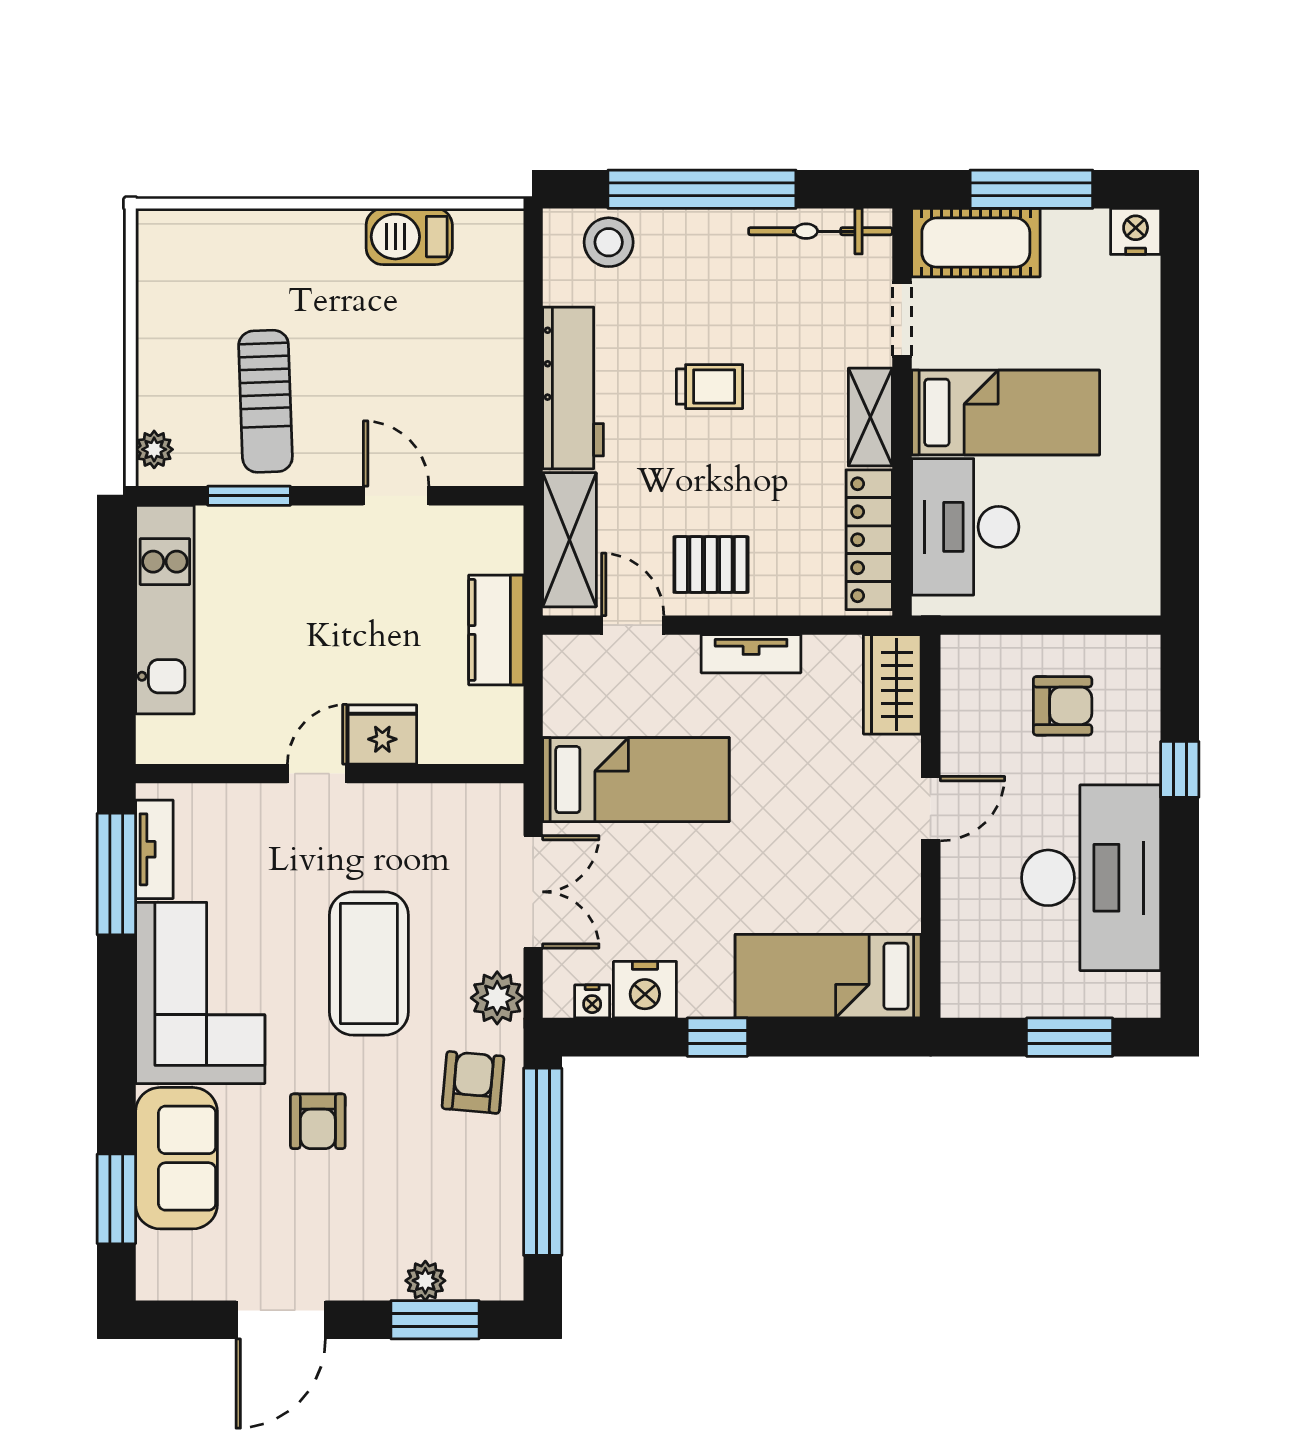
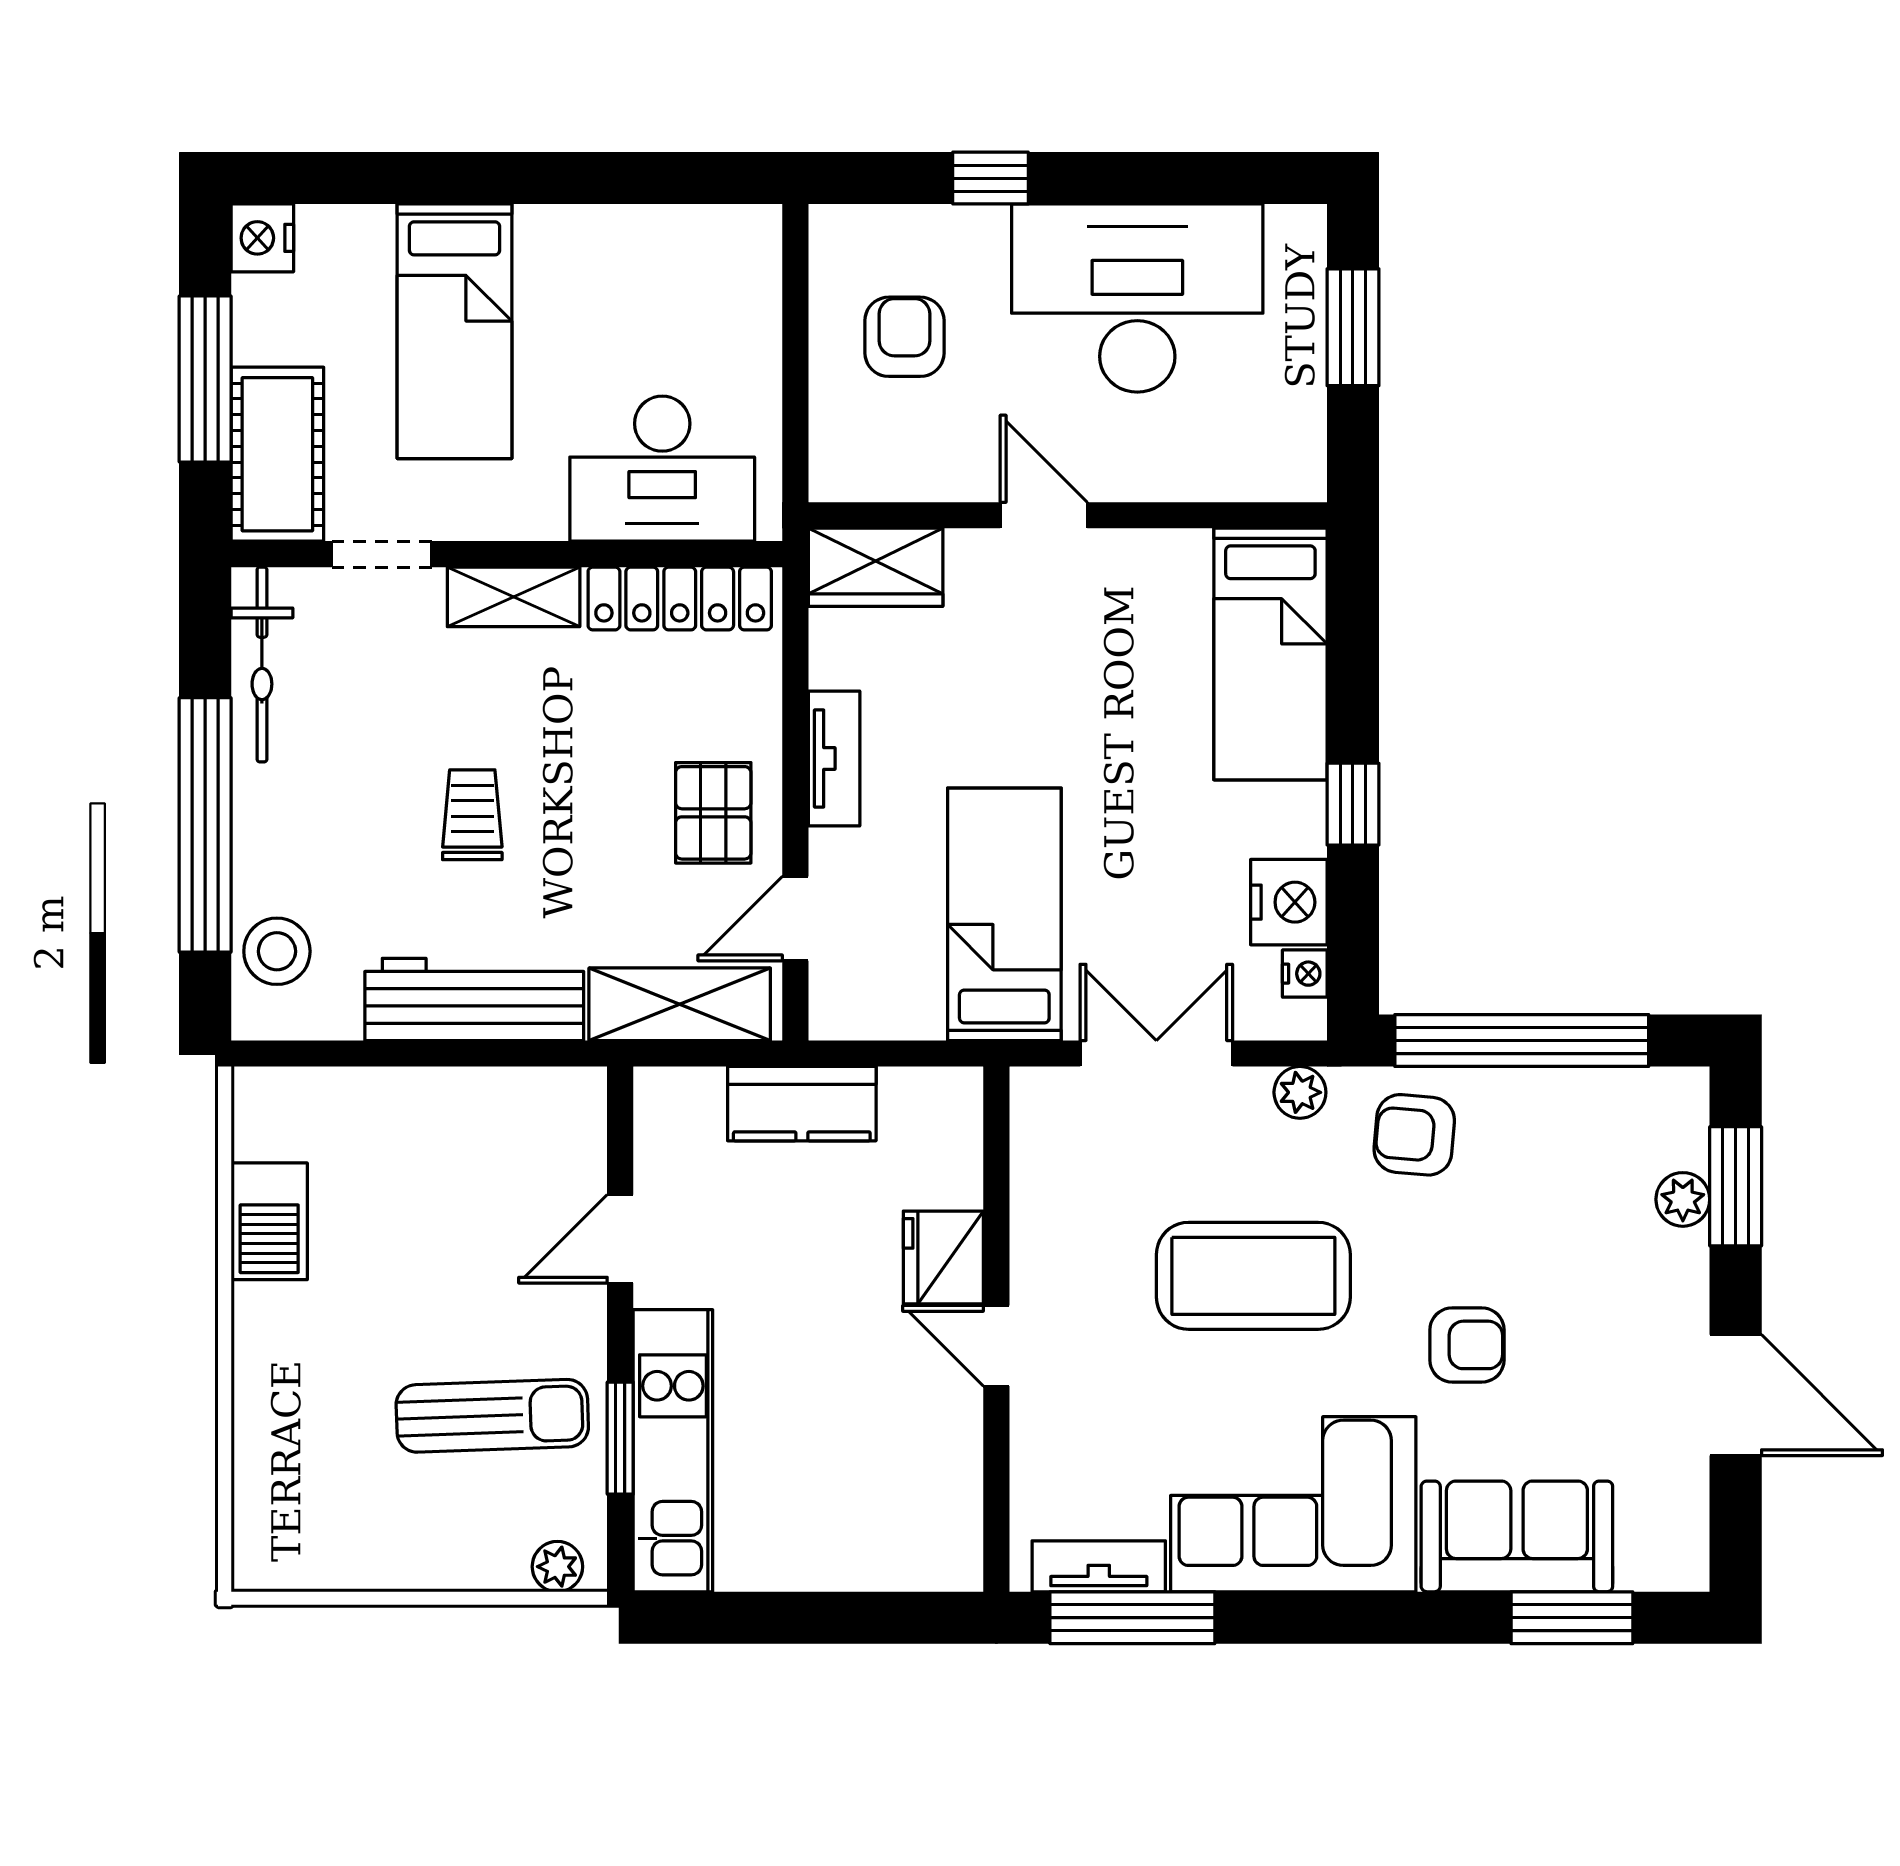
bed: (1006, 412) -> (455, 331), moved, turned 180
kitchen unit: (165, 610) -> (673, 1451), moved, turned 90
plant: (497, 998) -> (1300, 1092), width x0.73, depth x0.73

